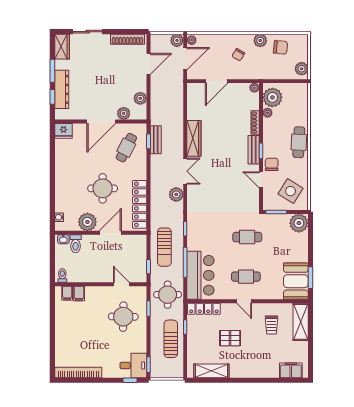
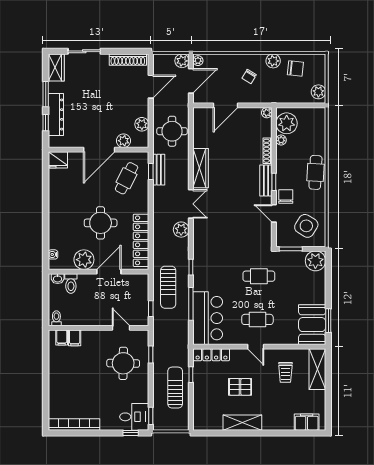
round table: (168, 295) -> (172, 131), moved
shelving: (211, 371) -> (242, 423), moved

